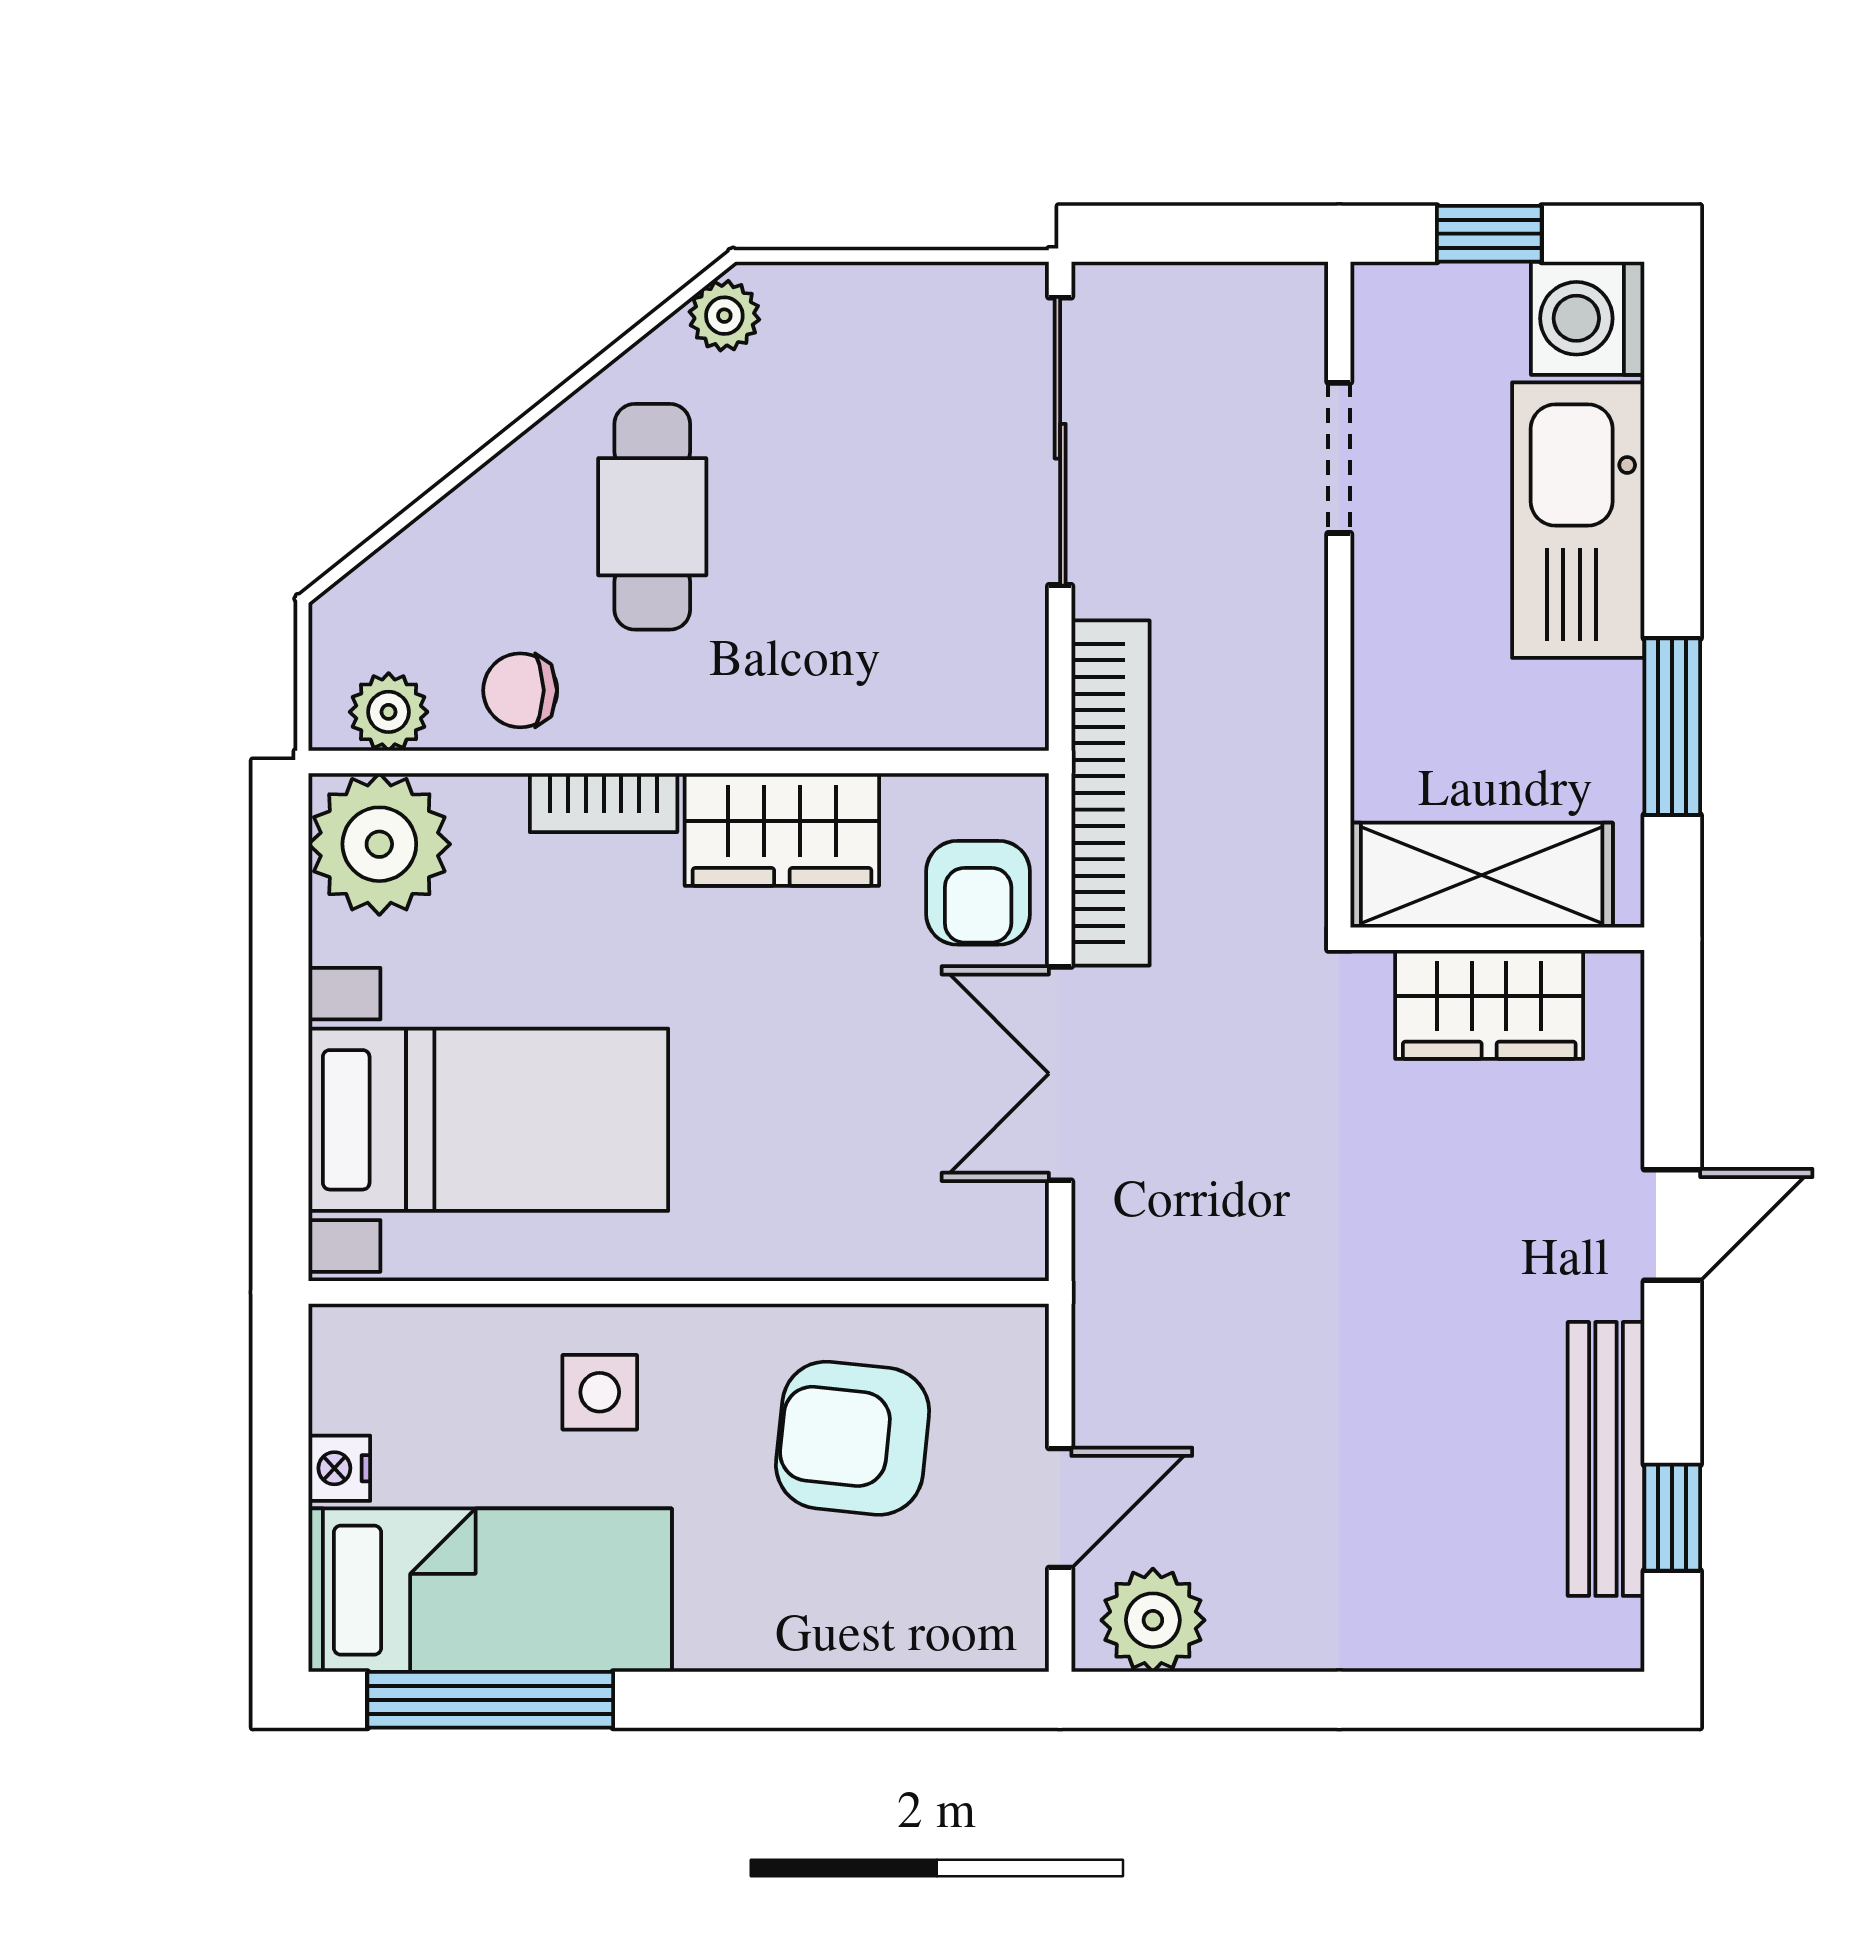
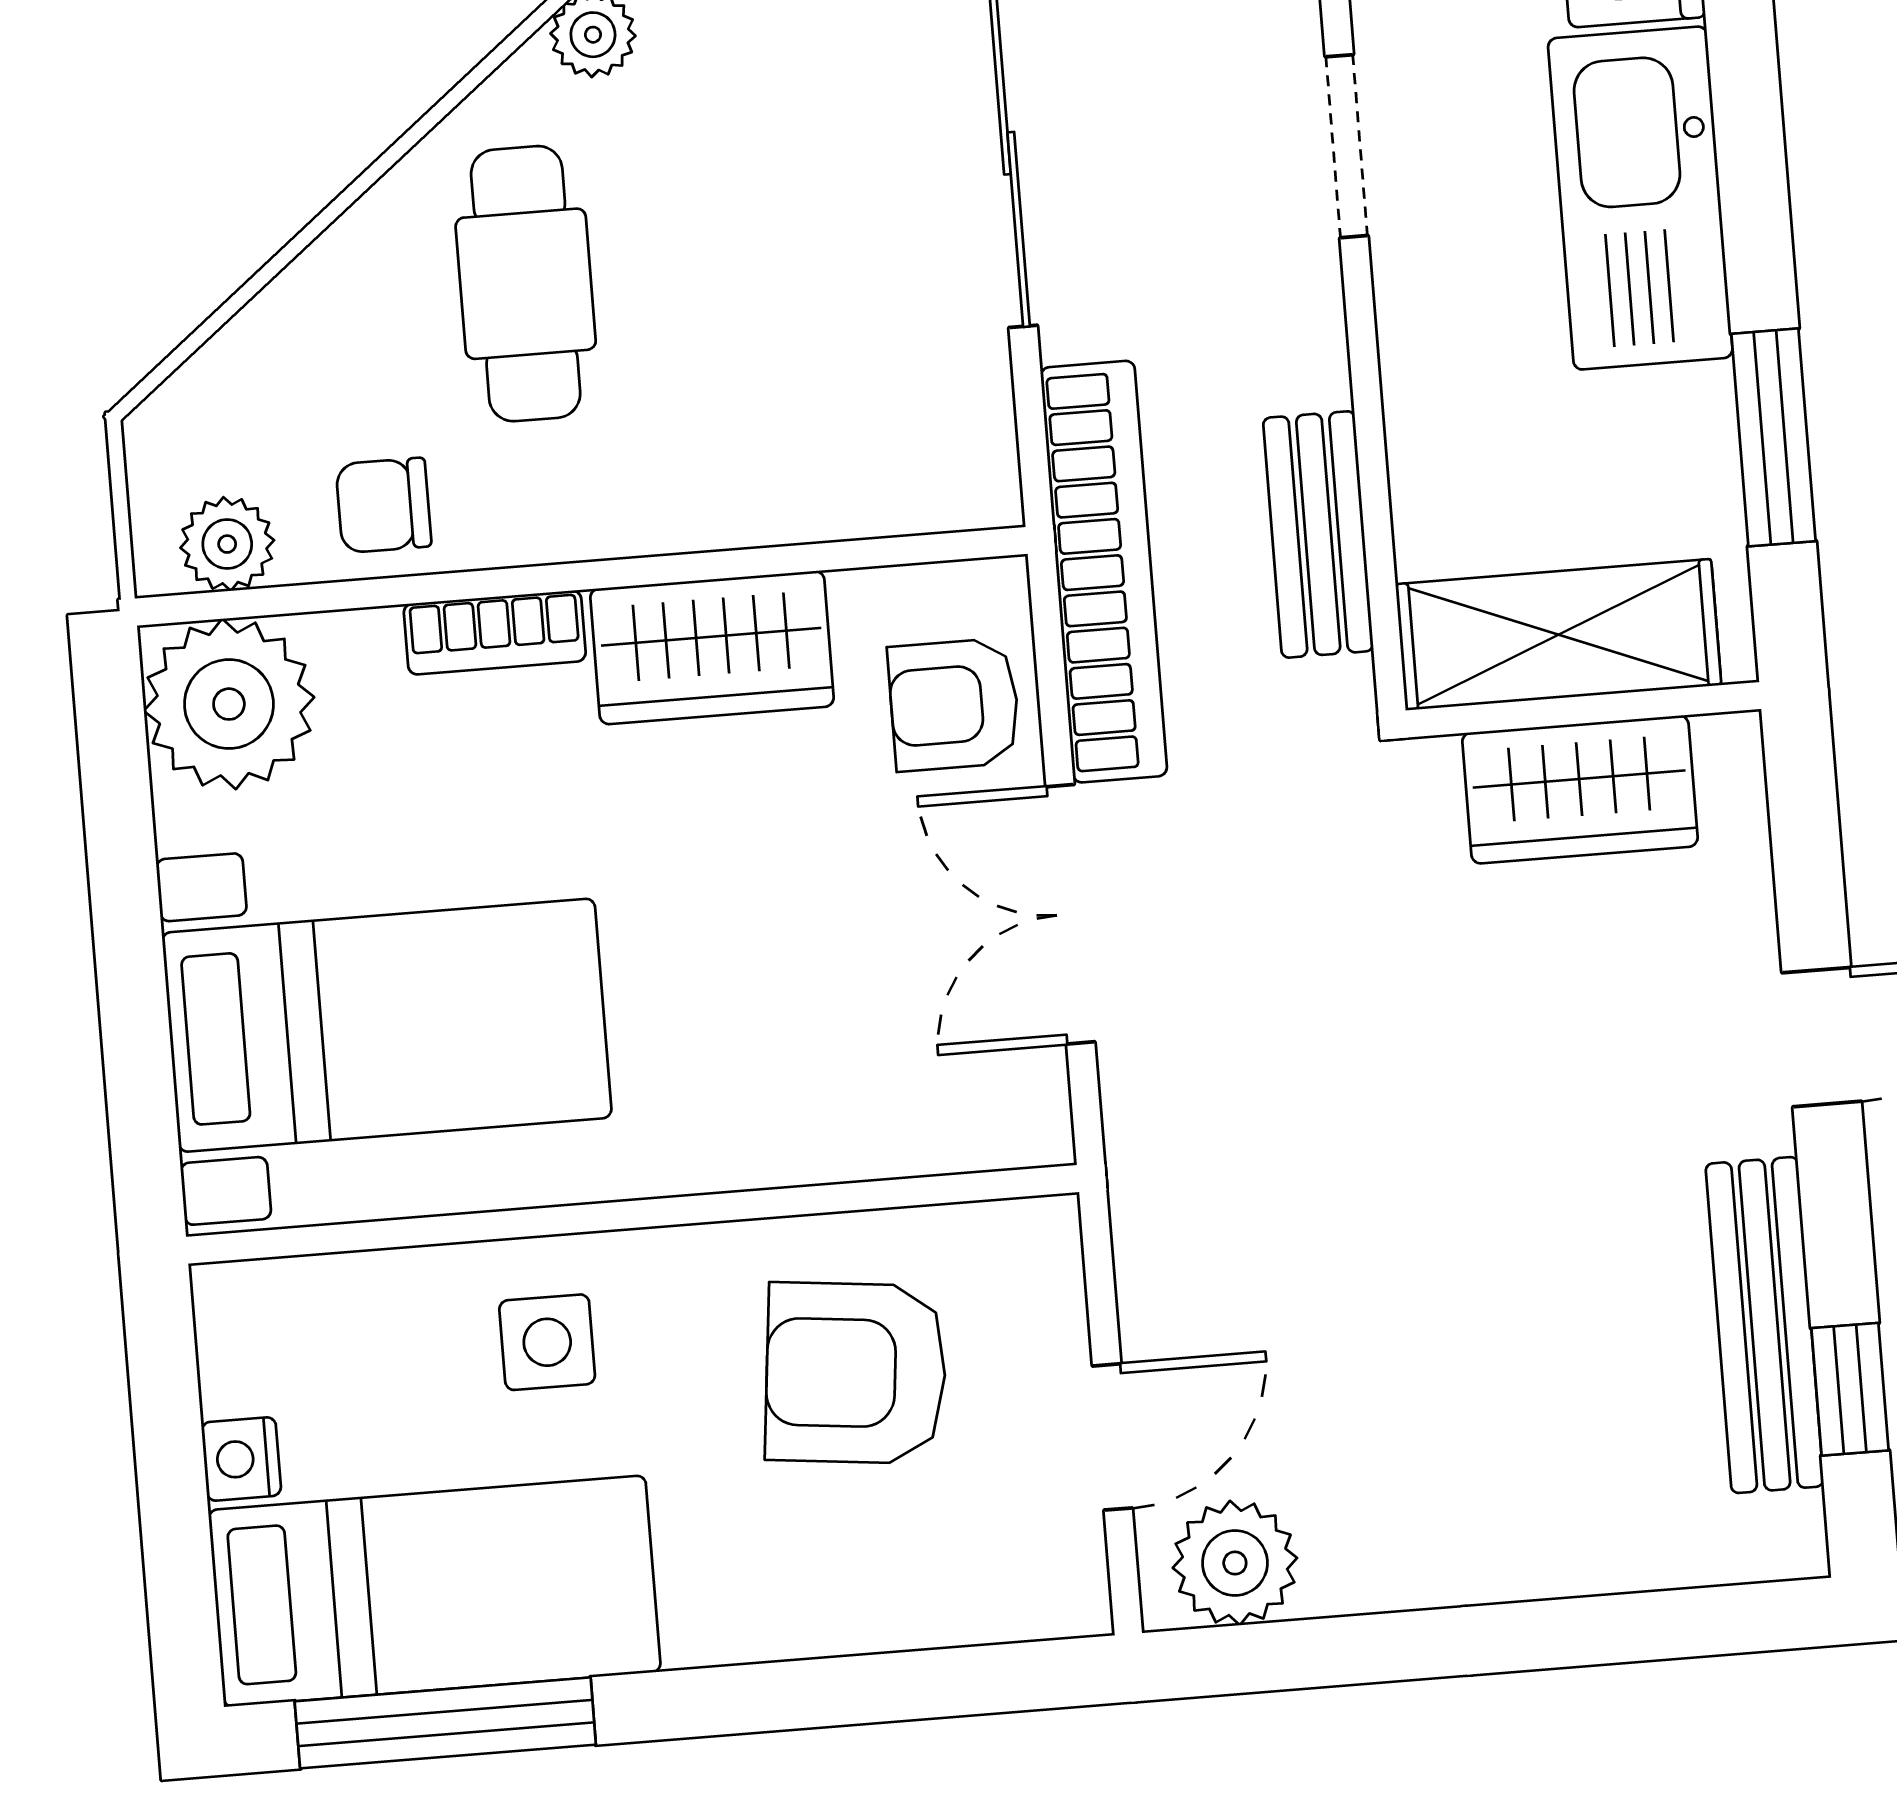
bench: (1290, 776) -> (1318, 534), added
armchair: (978, 893) -> (954, 705), turned 90

